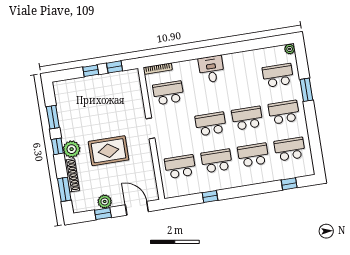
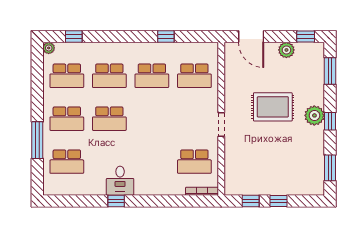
window: (230, 48) -> (116, 201), added
plant: (290, 49) -> (49, 48), moved
desk: (211, 69) -> (120, 181), moved
window: (306, 90) -> (37, 140), width x1.44
window: (53, 117) -> (330, 168), moved
school desk: (211, 124) -> (152, 119), removed
shoe rack: (72, 175) -> (319, 86), removed
window: (103, 214) -> (306, 36), moved

